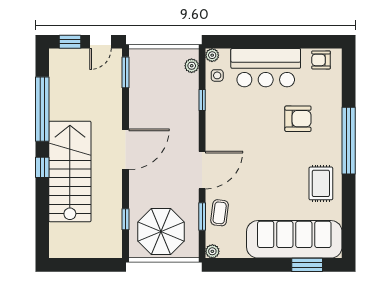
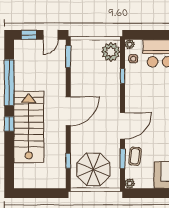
plant: (192, 66) -> (111, 52), width x1.88, depth x1.88

